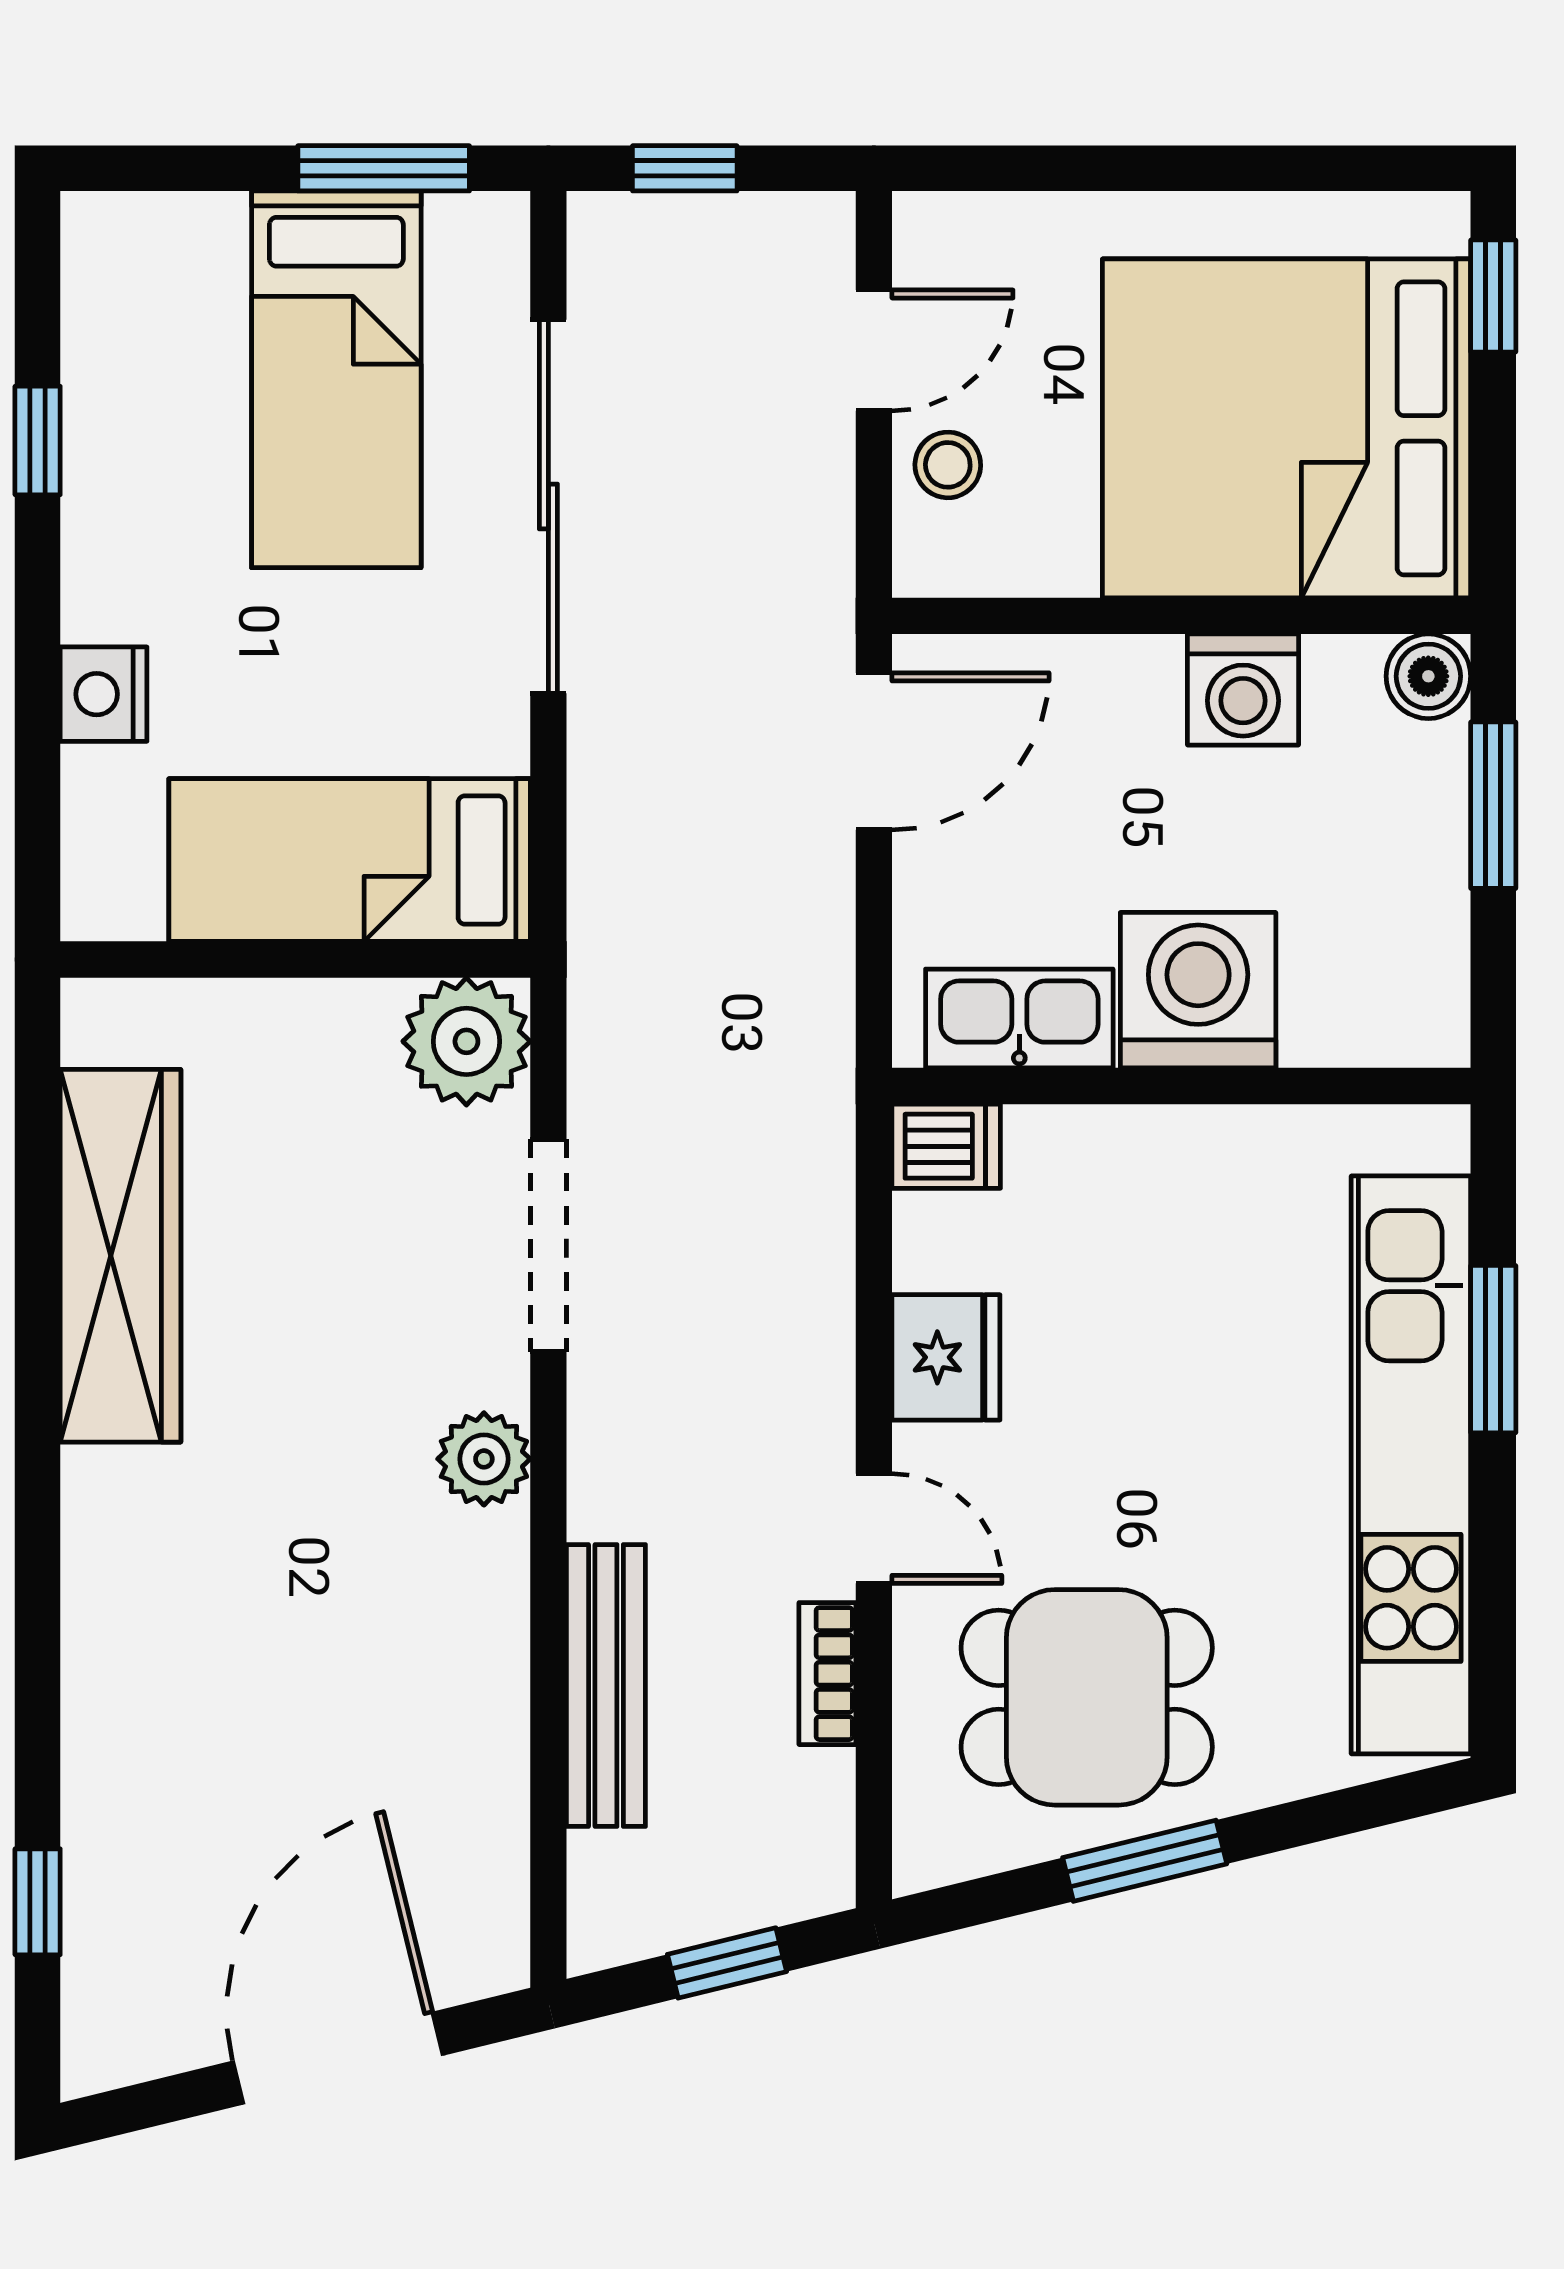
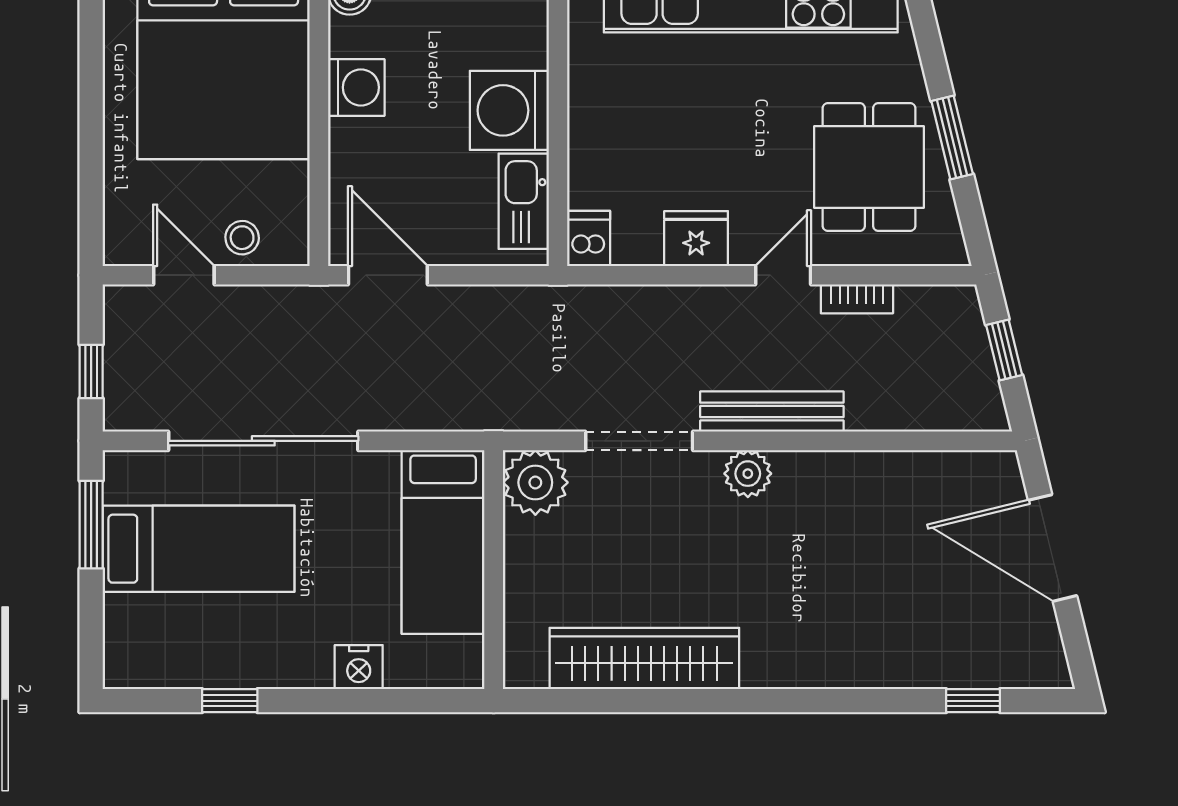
bench: (606, 1685) -> (772, 412), moved

